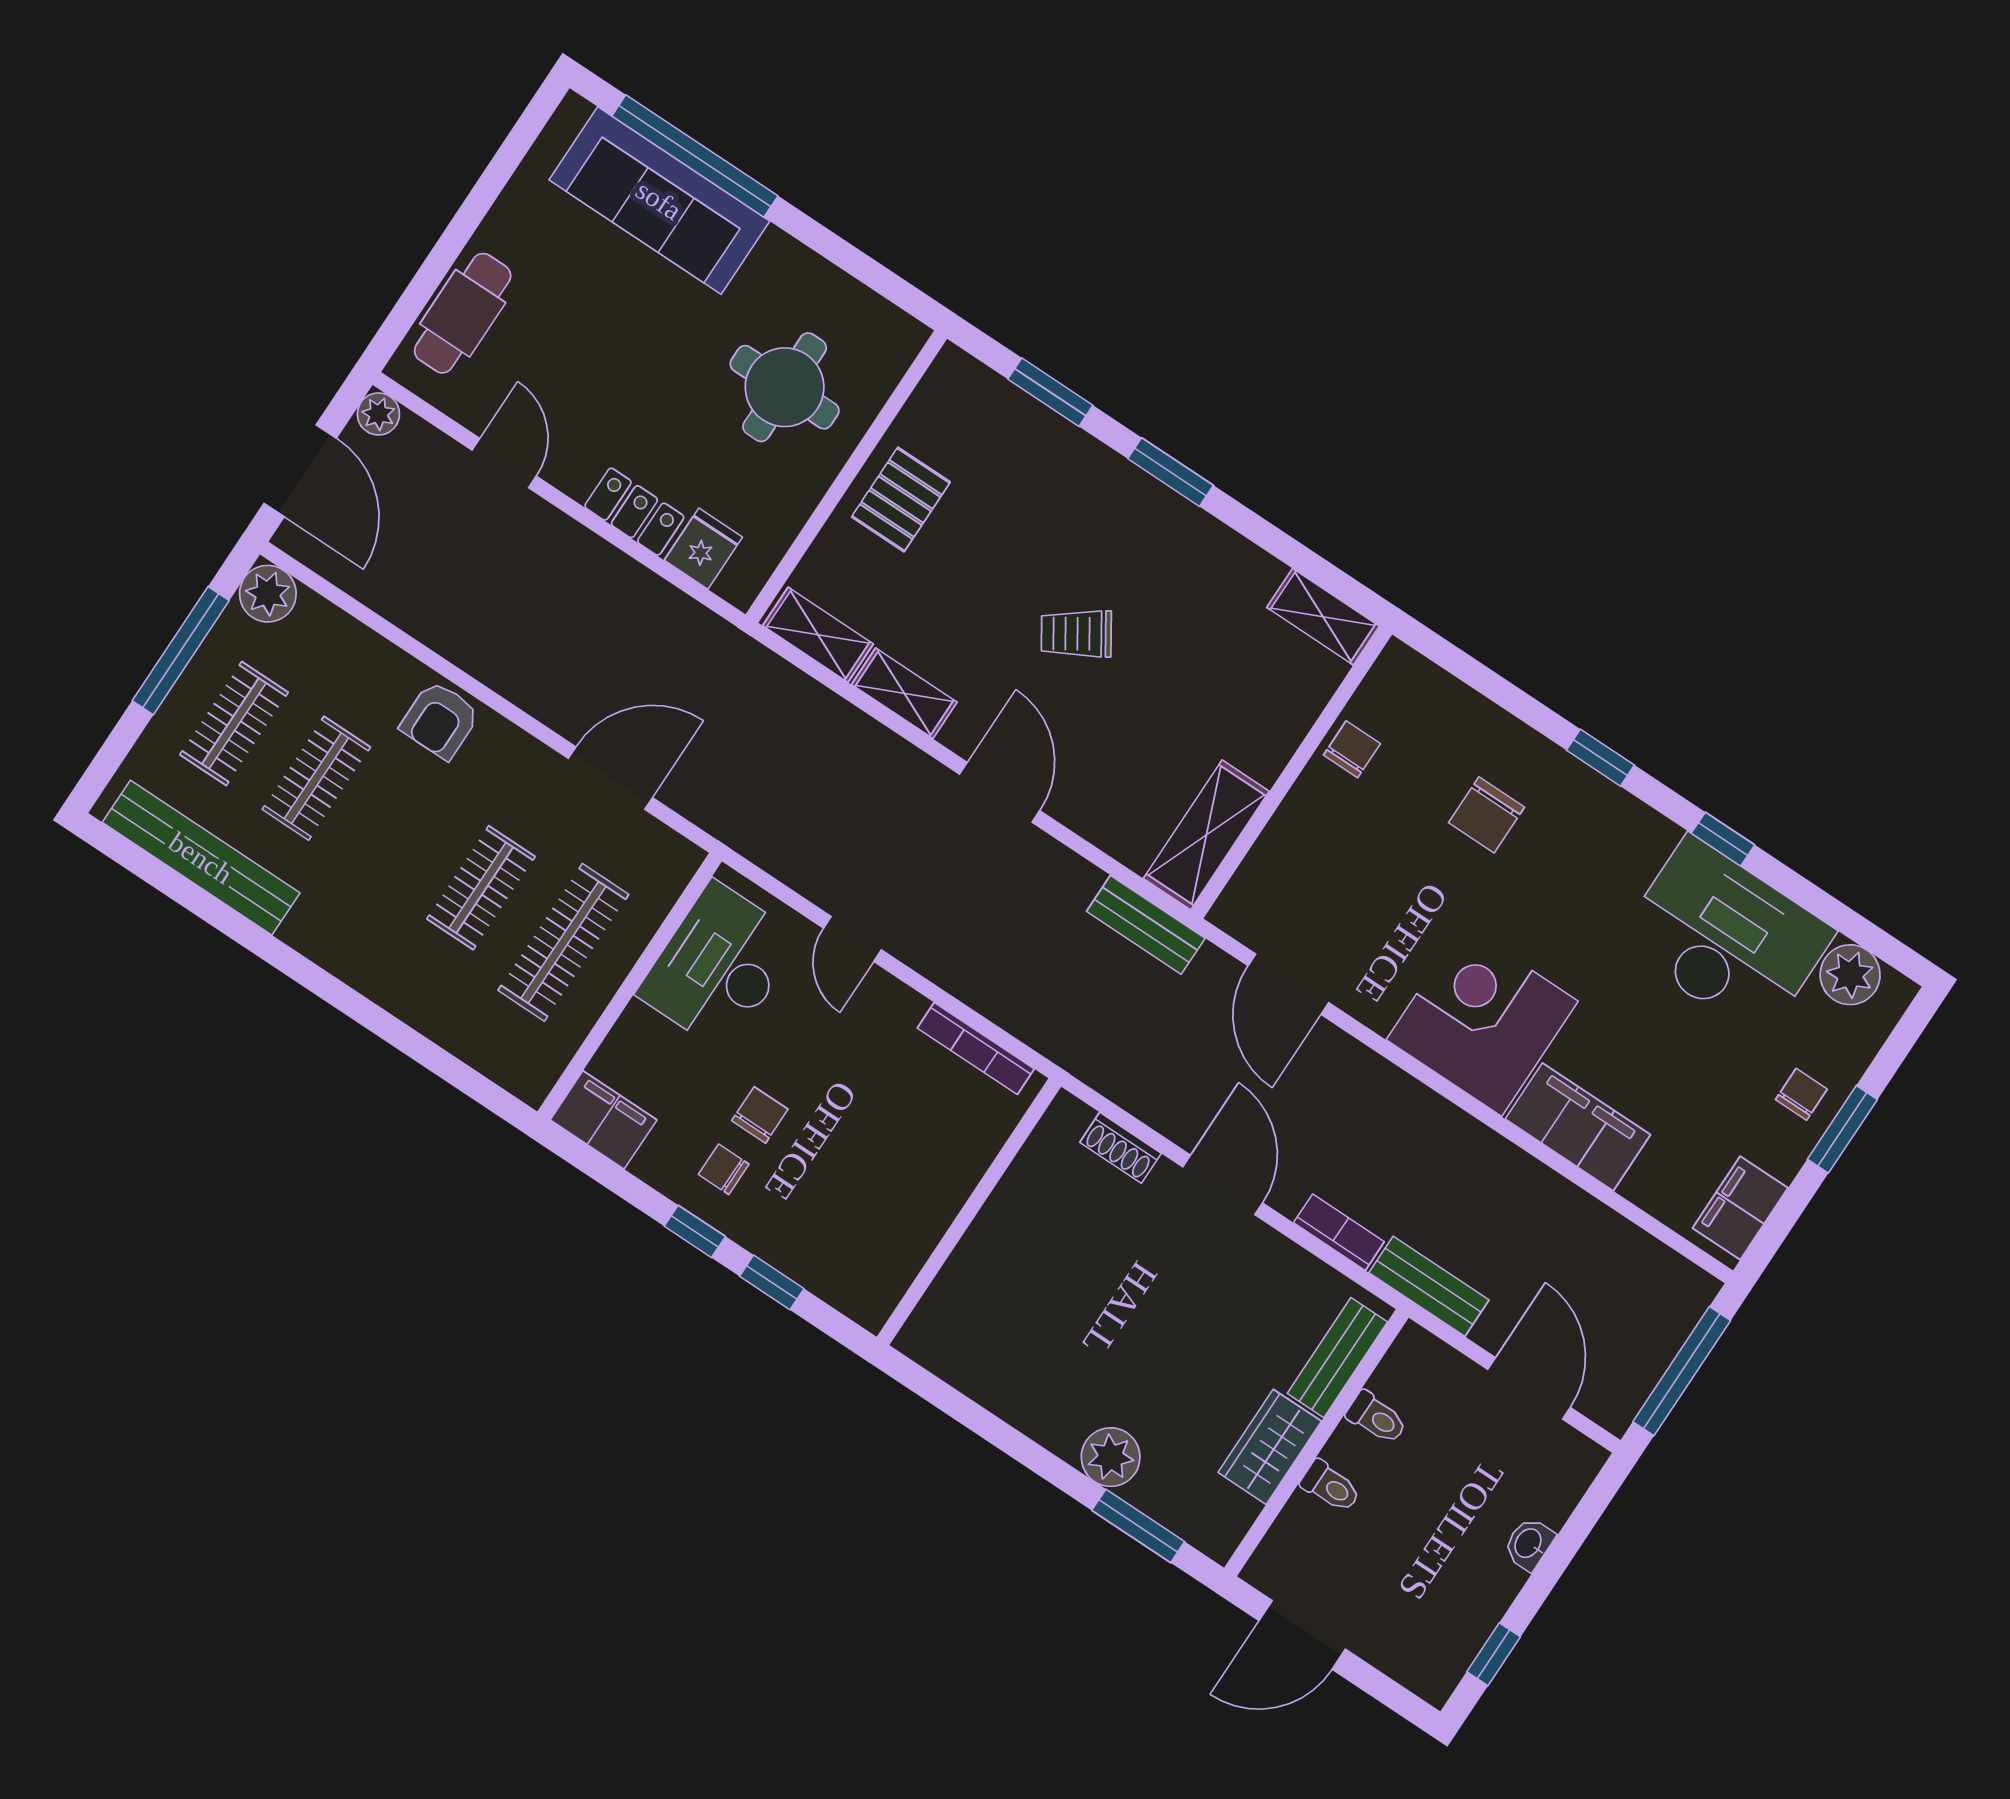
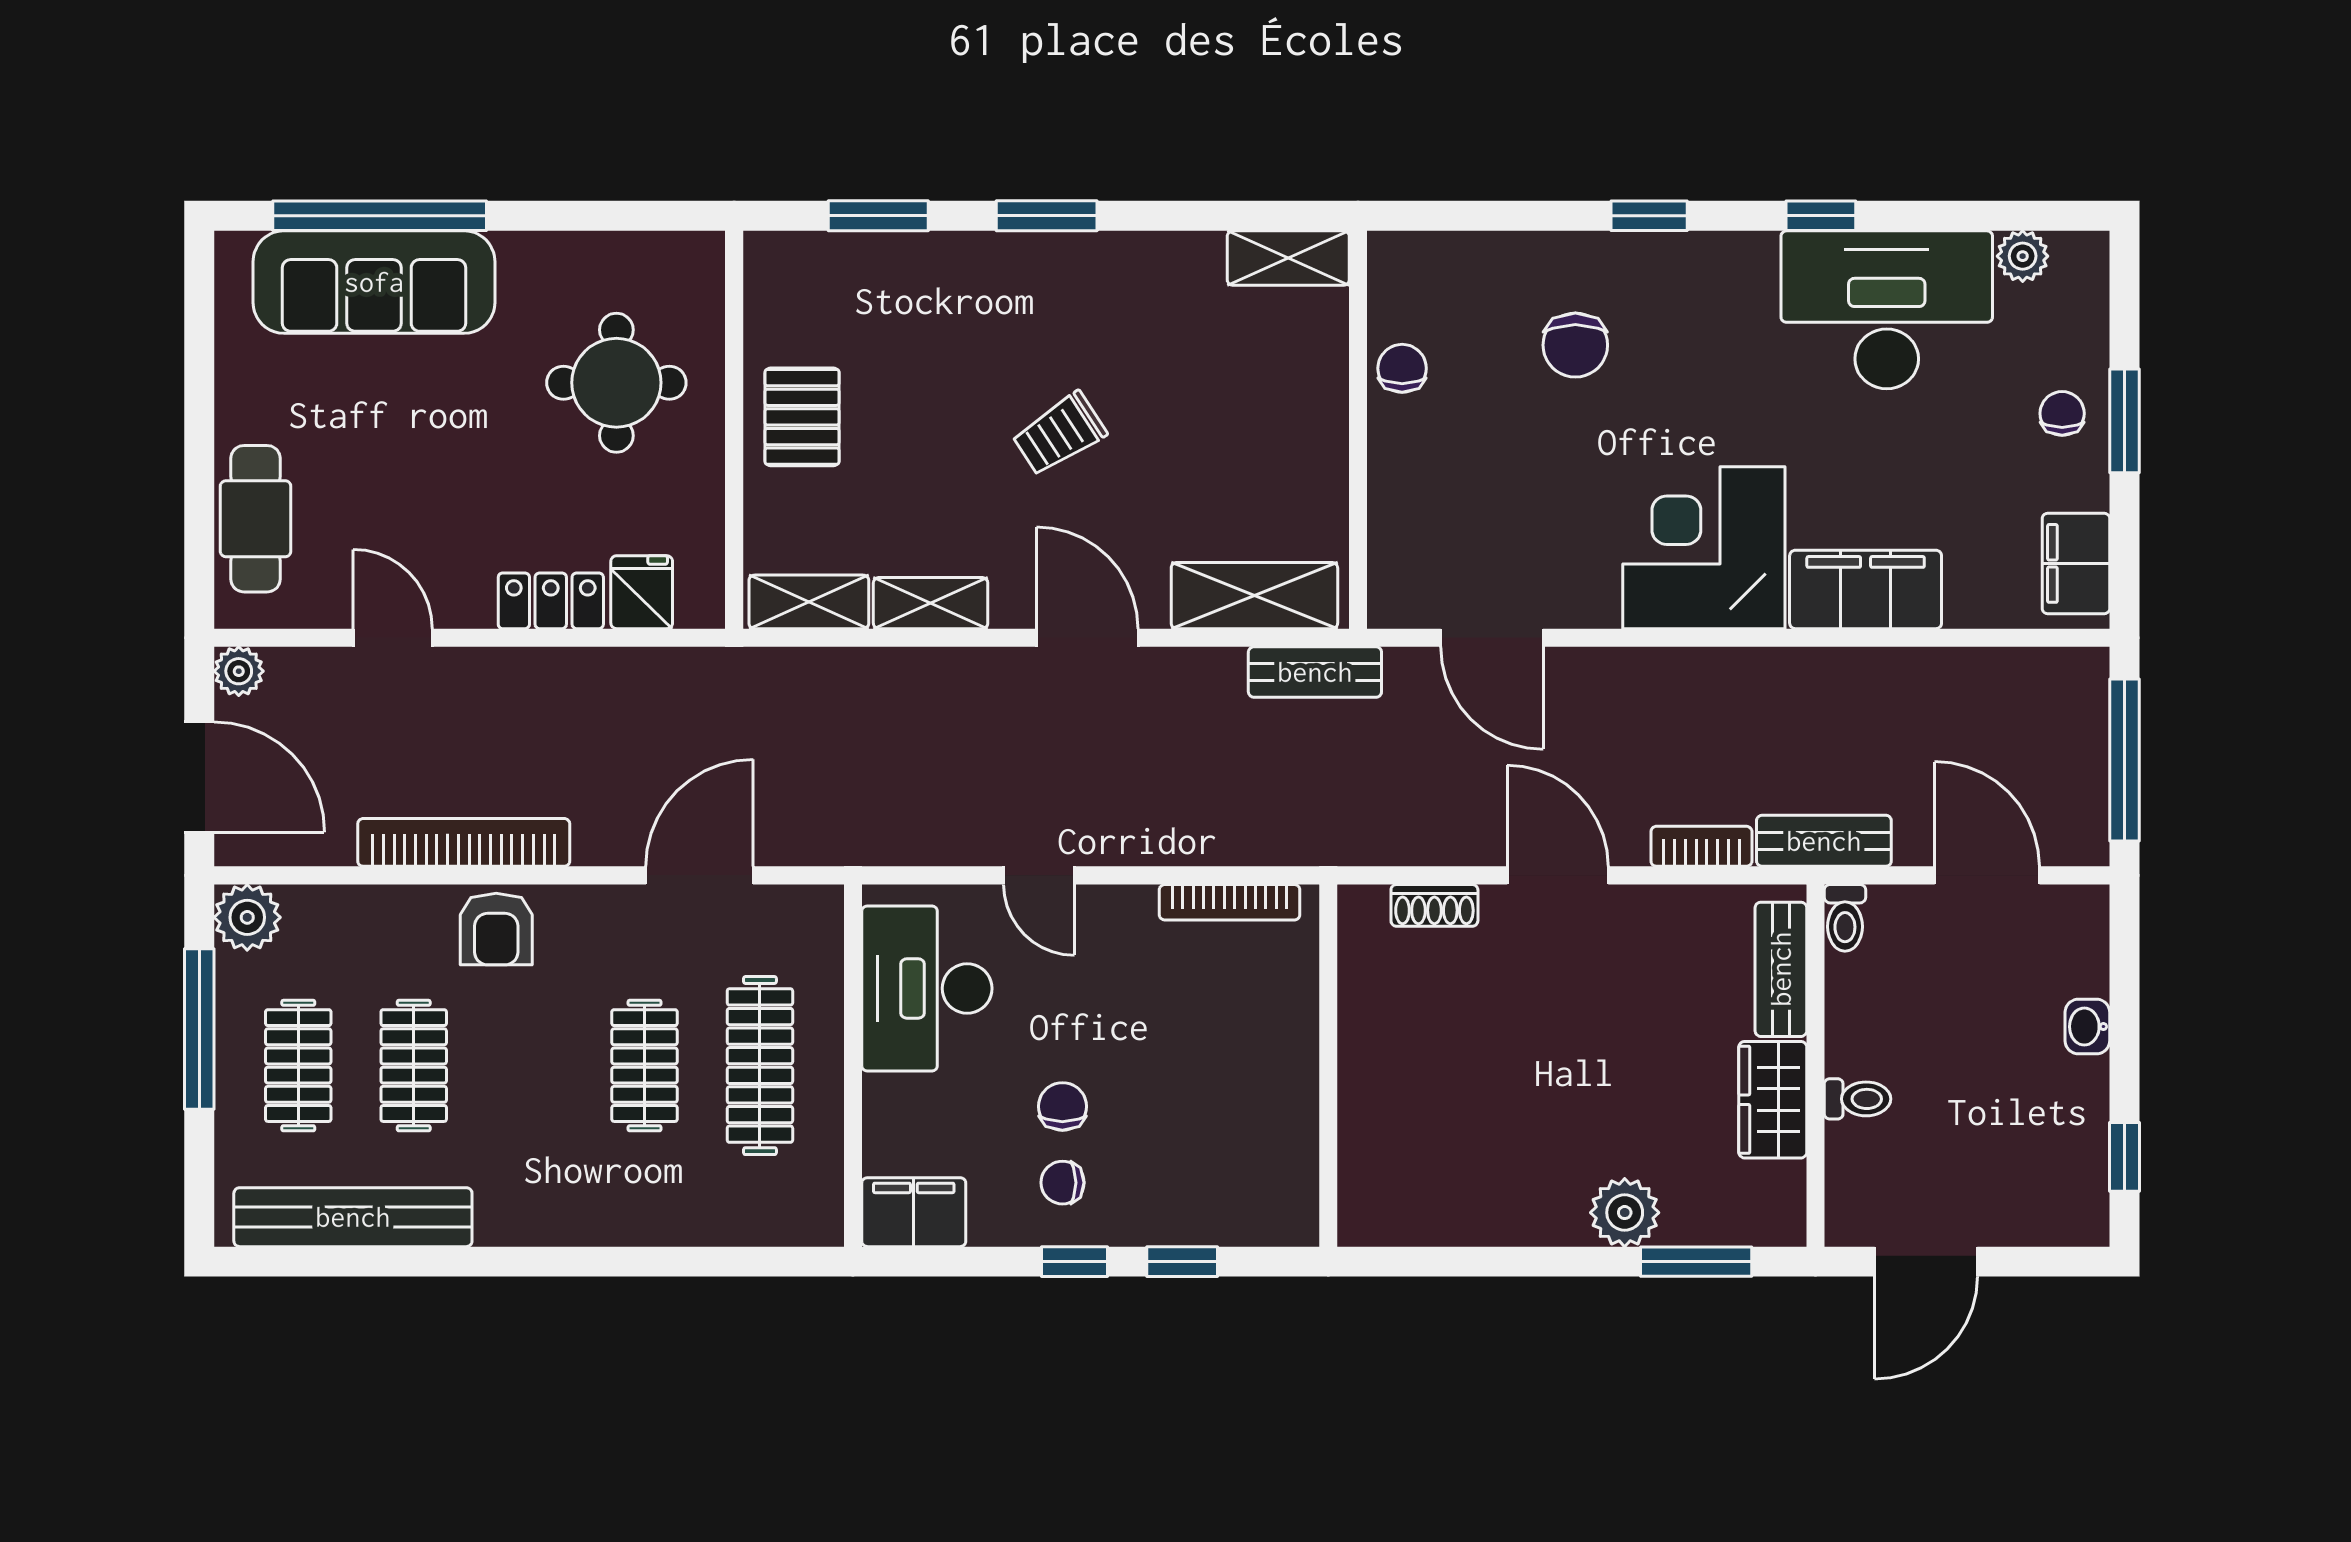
bookcase: (458, 643) -> (464, 842), added
shelving: (1206, 835) -> (1254, 596), moved, turned 90
plant: (1850, 975) -> (2023, 256), width x0.73, depth x0.73
toilet: (1377, 1418) -> (1845, 918), moved, turned 90

